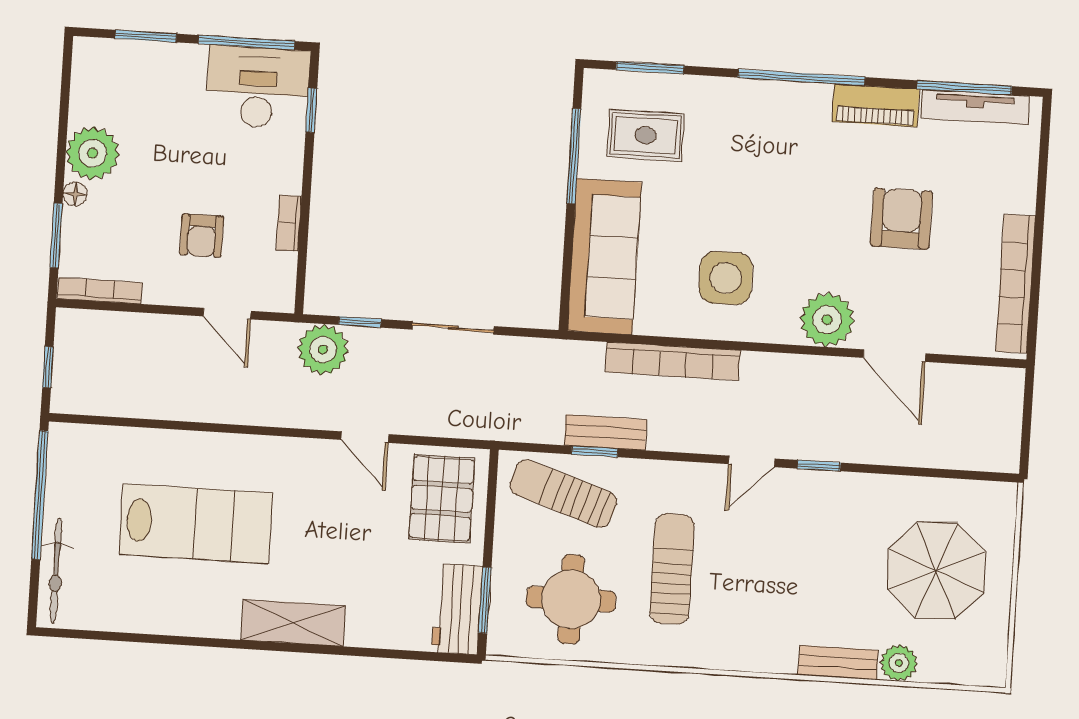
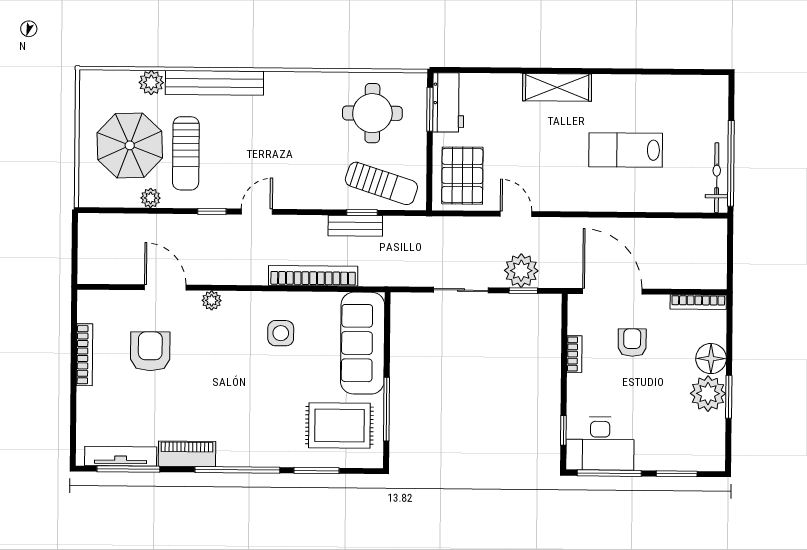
window: (650, 68) -> (316, 471), moved
rug: (646, 135) -> (339, 426), width x1.36, depth x1.43
floor lamp: (75, 194) -> (711, 359), width x1.89, depth x1.89
armchair: (901, 219) -> (150, 351), moved, turned 180
window: (56, 236) -> (729, 397), moved
side table: (726, 278) -> (281, 333), width x0.73, depth x0.73
bookcase: (1016, 284) -> (84, 355), width x0.68, depth x0.76
door: (227, 314) -> (612, 291), width x1.87
plant: (827, 320) -> (212, 300), width x0.53, depth x0.53
plant: (323, 350) -> (521, 271), moved
window: (48, 367) -> (730, 249), removed
plant: (909, 490) -> (151, 198), added
lab bench: (196, 524) -> (626, 150), width x0.73, depth x0.72
sun lounger: (672, 569) -> (186, 153), moved
bicycle: (56, 570) -> (717, 178), moved
bench: (838, 663) -> (214, 83), width x1.86, depth x1.21

